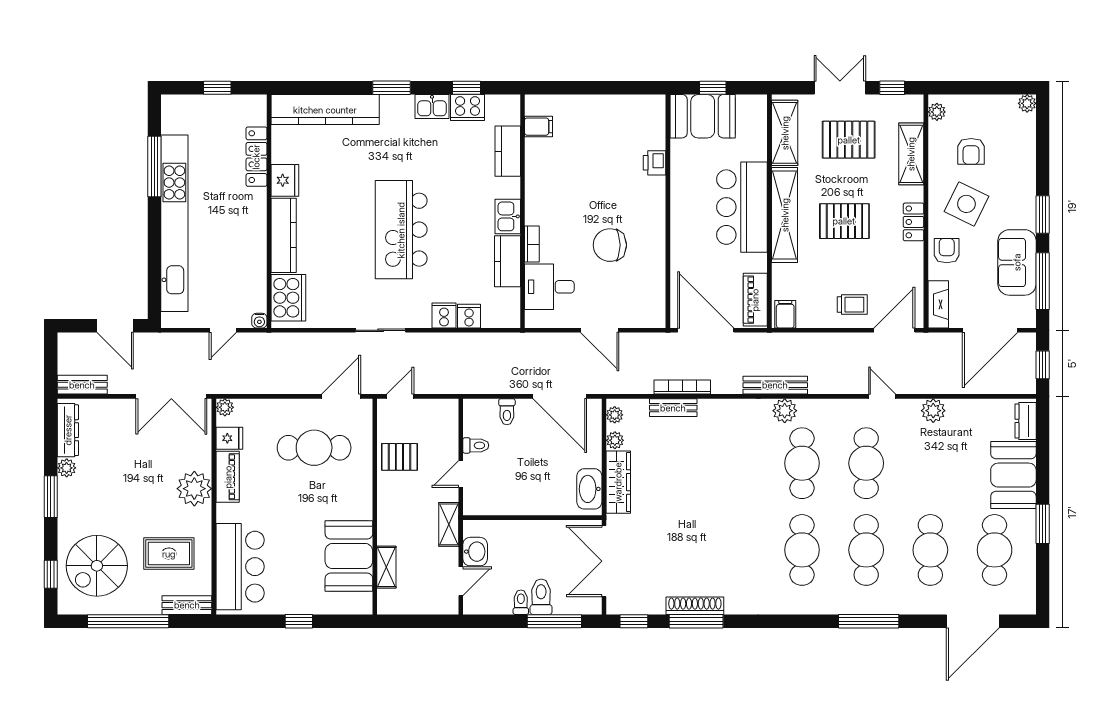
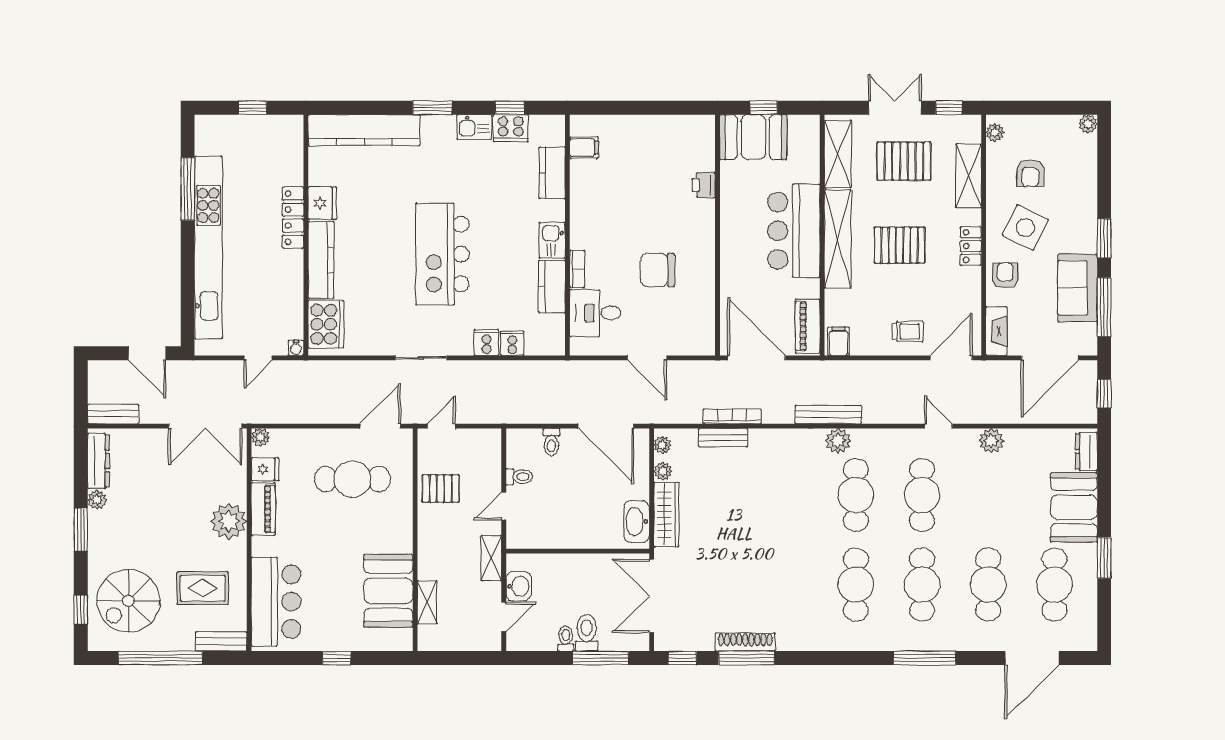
locker: (256, 157) -> (293, 218), moved

